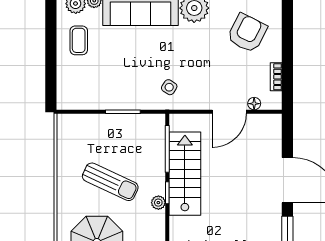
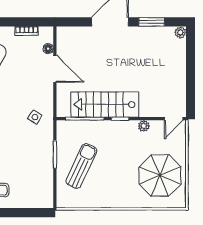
sun lounger: (110, 182) -> (81, 166), moved
plant: (158, 203) -> (144, 126), moved

